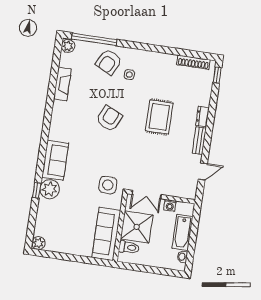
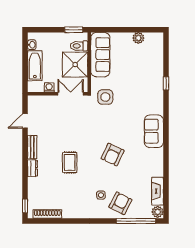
fireplace: (62, 84) -> (158, 191), moved
rug: (159, 117) -> (70, 162), width x0.73, depth x0.70
sofa: (55, 160) -> (154, 131), moved
plant: (50, 189) -> (155, 86), removed
plant: (38, 243) -> (138, 38), moved
window: (132, 267) -> (74, 30), added

